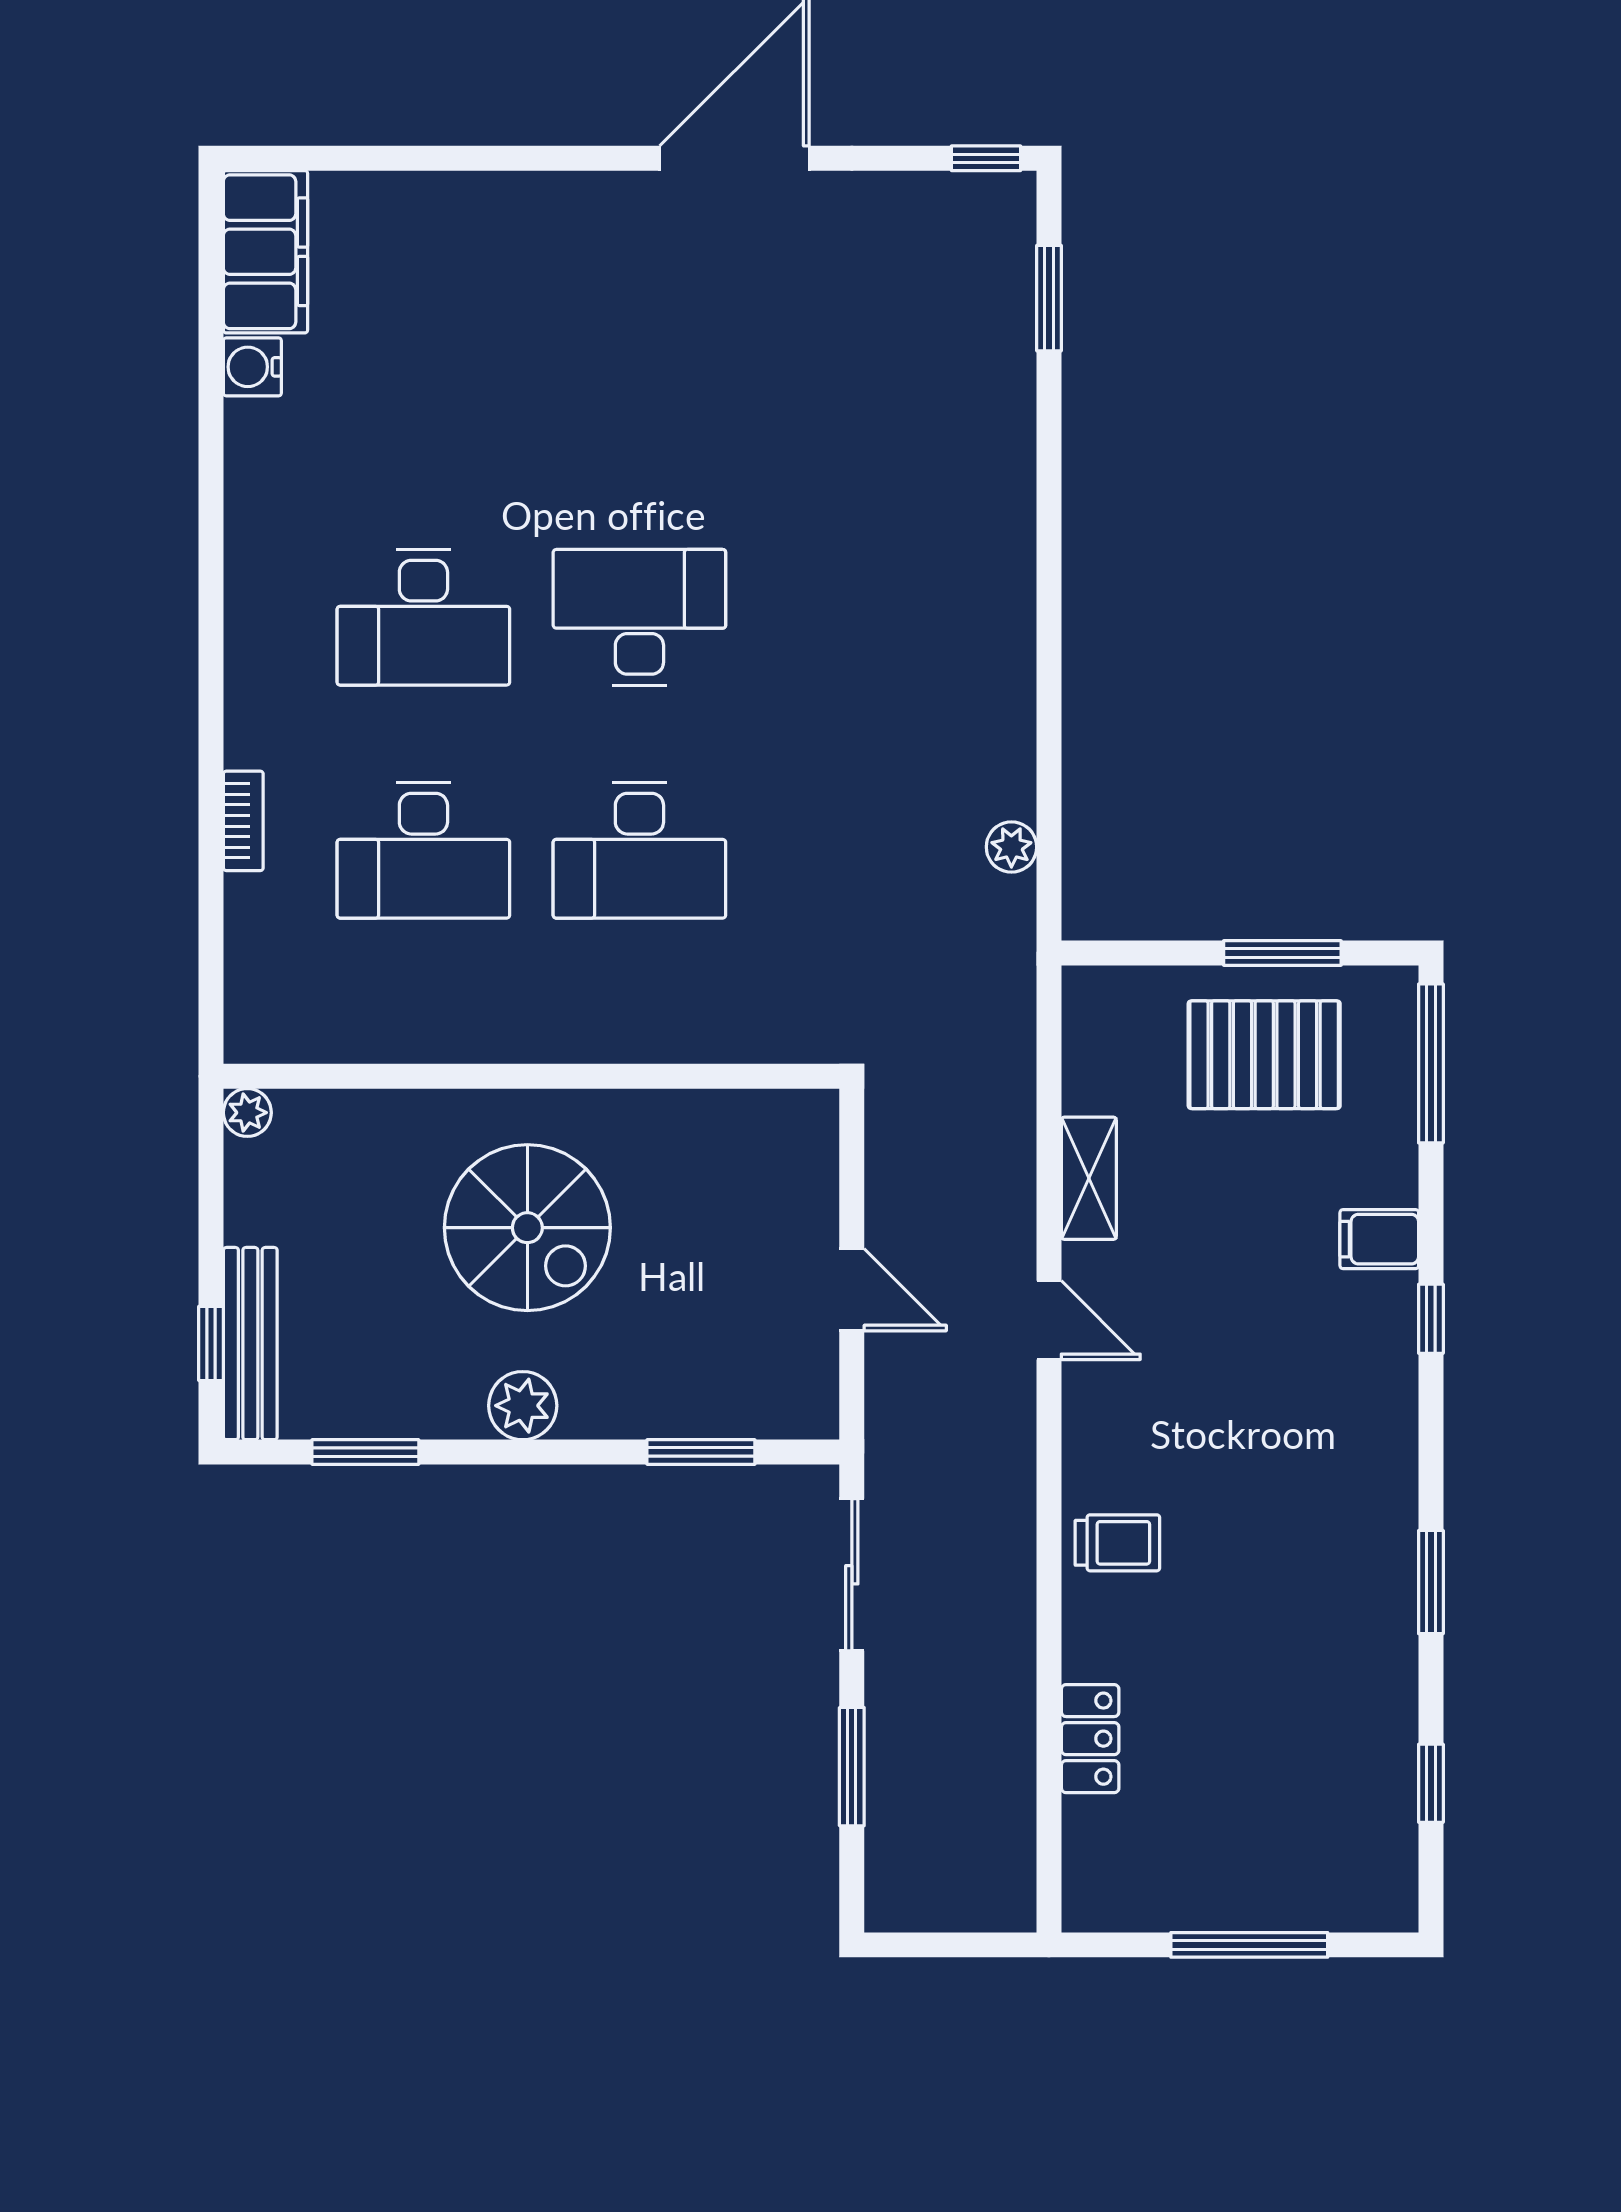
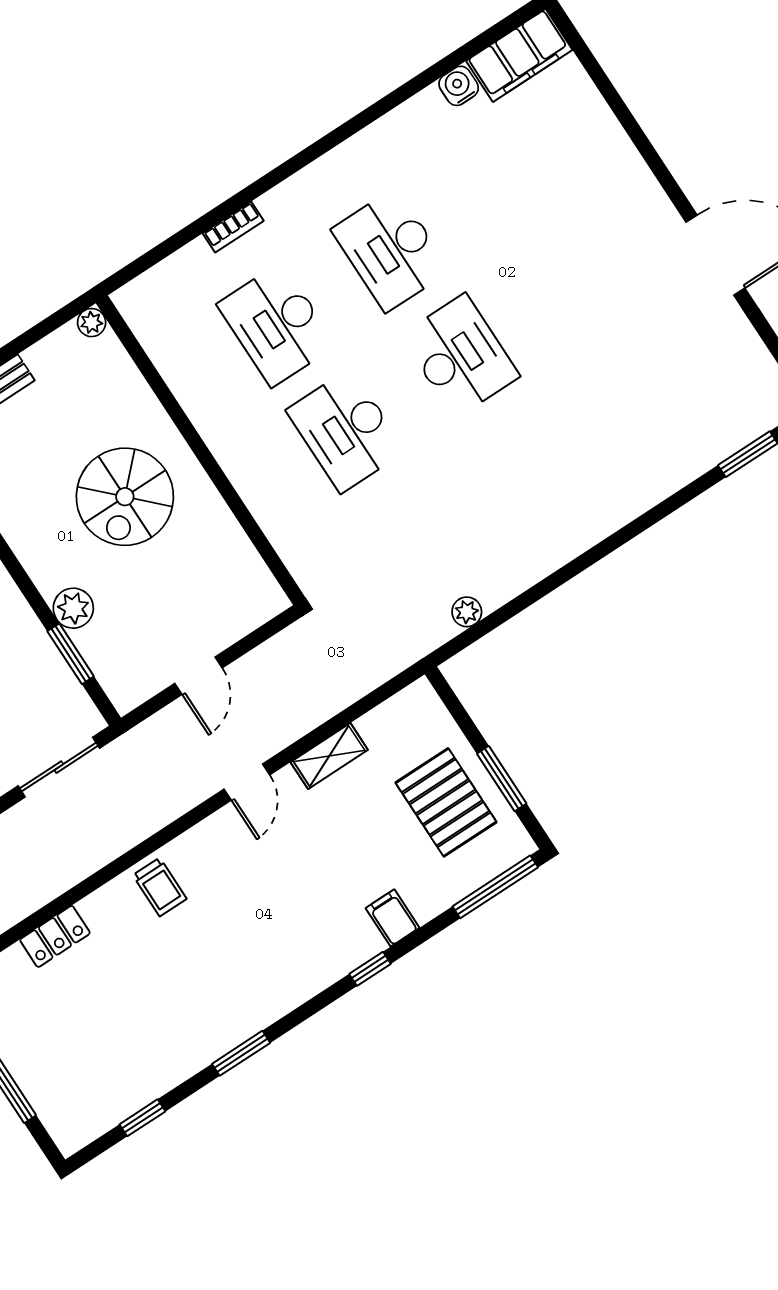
plant: (523, 1406) -> (73, 608), moved

